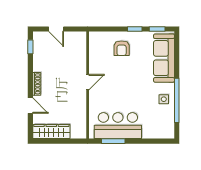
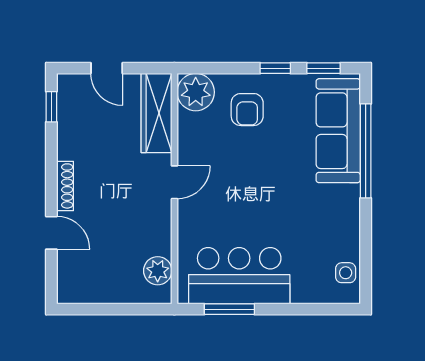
plant: (98, 40) -> (196, 92), added
side table: (164, 99) -> (346, 273), moved
window: (177, 100) -> (366, 151), moved
plant: (80, 123) -> (158, 271), added
wardrobe: (51, 132) -> (156, 113), moved, turned -90

